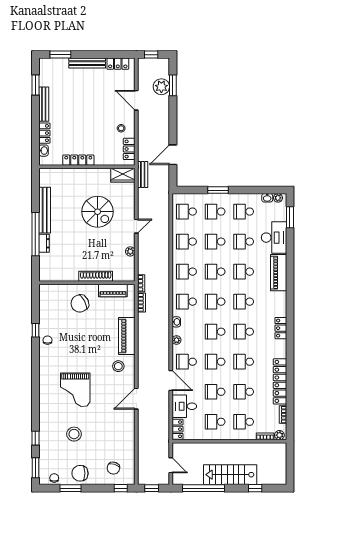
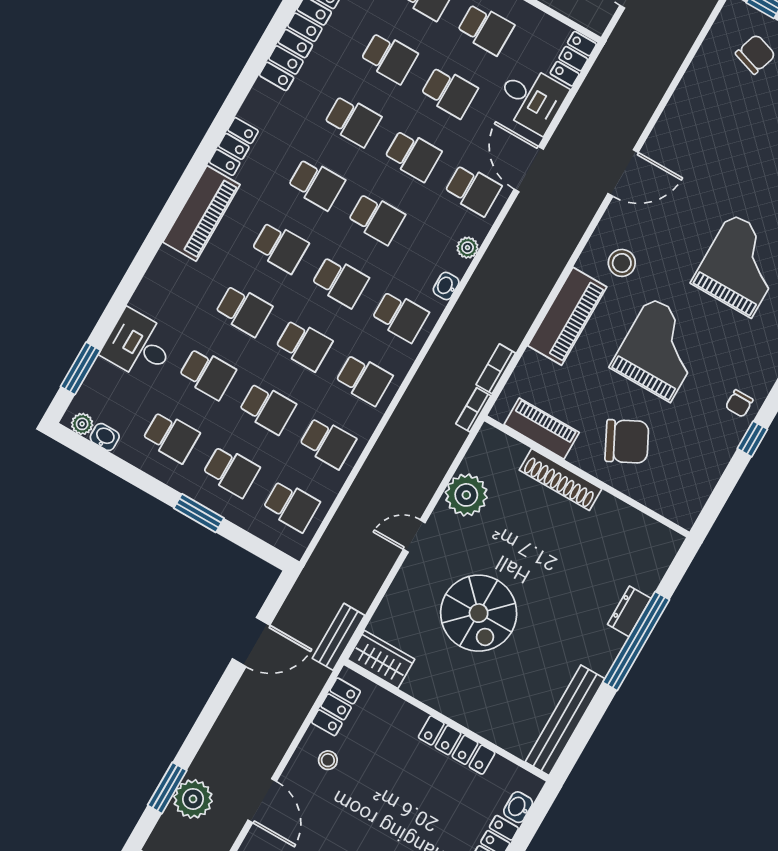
bench: (45, 210) -> (565, 720), moved
spiral stairs: (98, 212) -> (479, 613), turned 180
desk: (274, 238) -> (138, 345), width x0.73
plant: (130, 251) -> (466, 495), width x1.87, depth x1.87
piano: (279, 273) -> (201, 213), moved
grand piano: (87, 343) -> (660, 349), added

